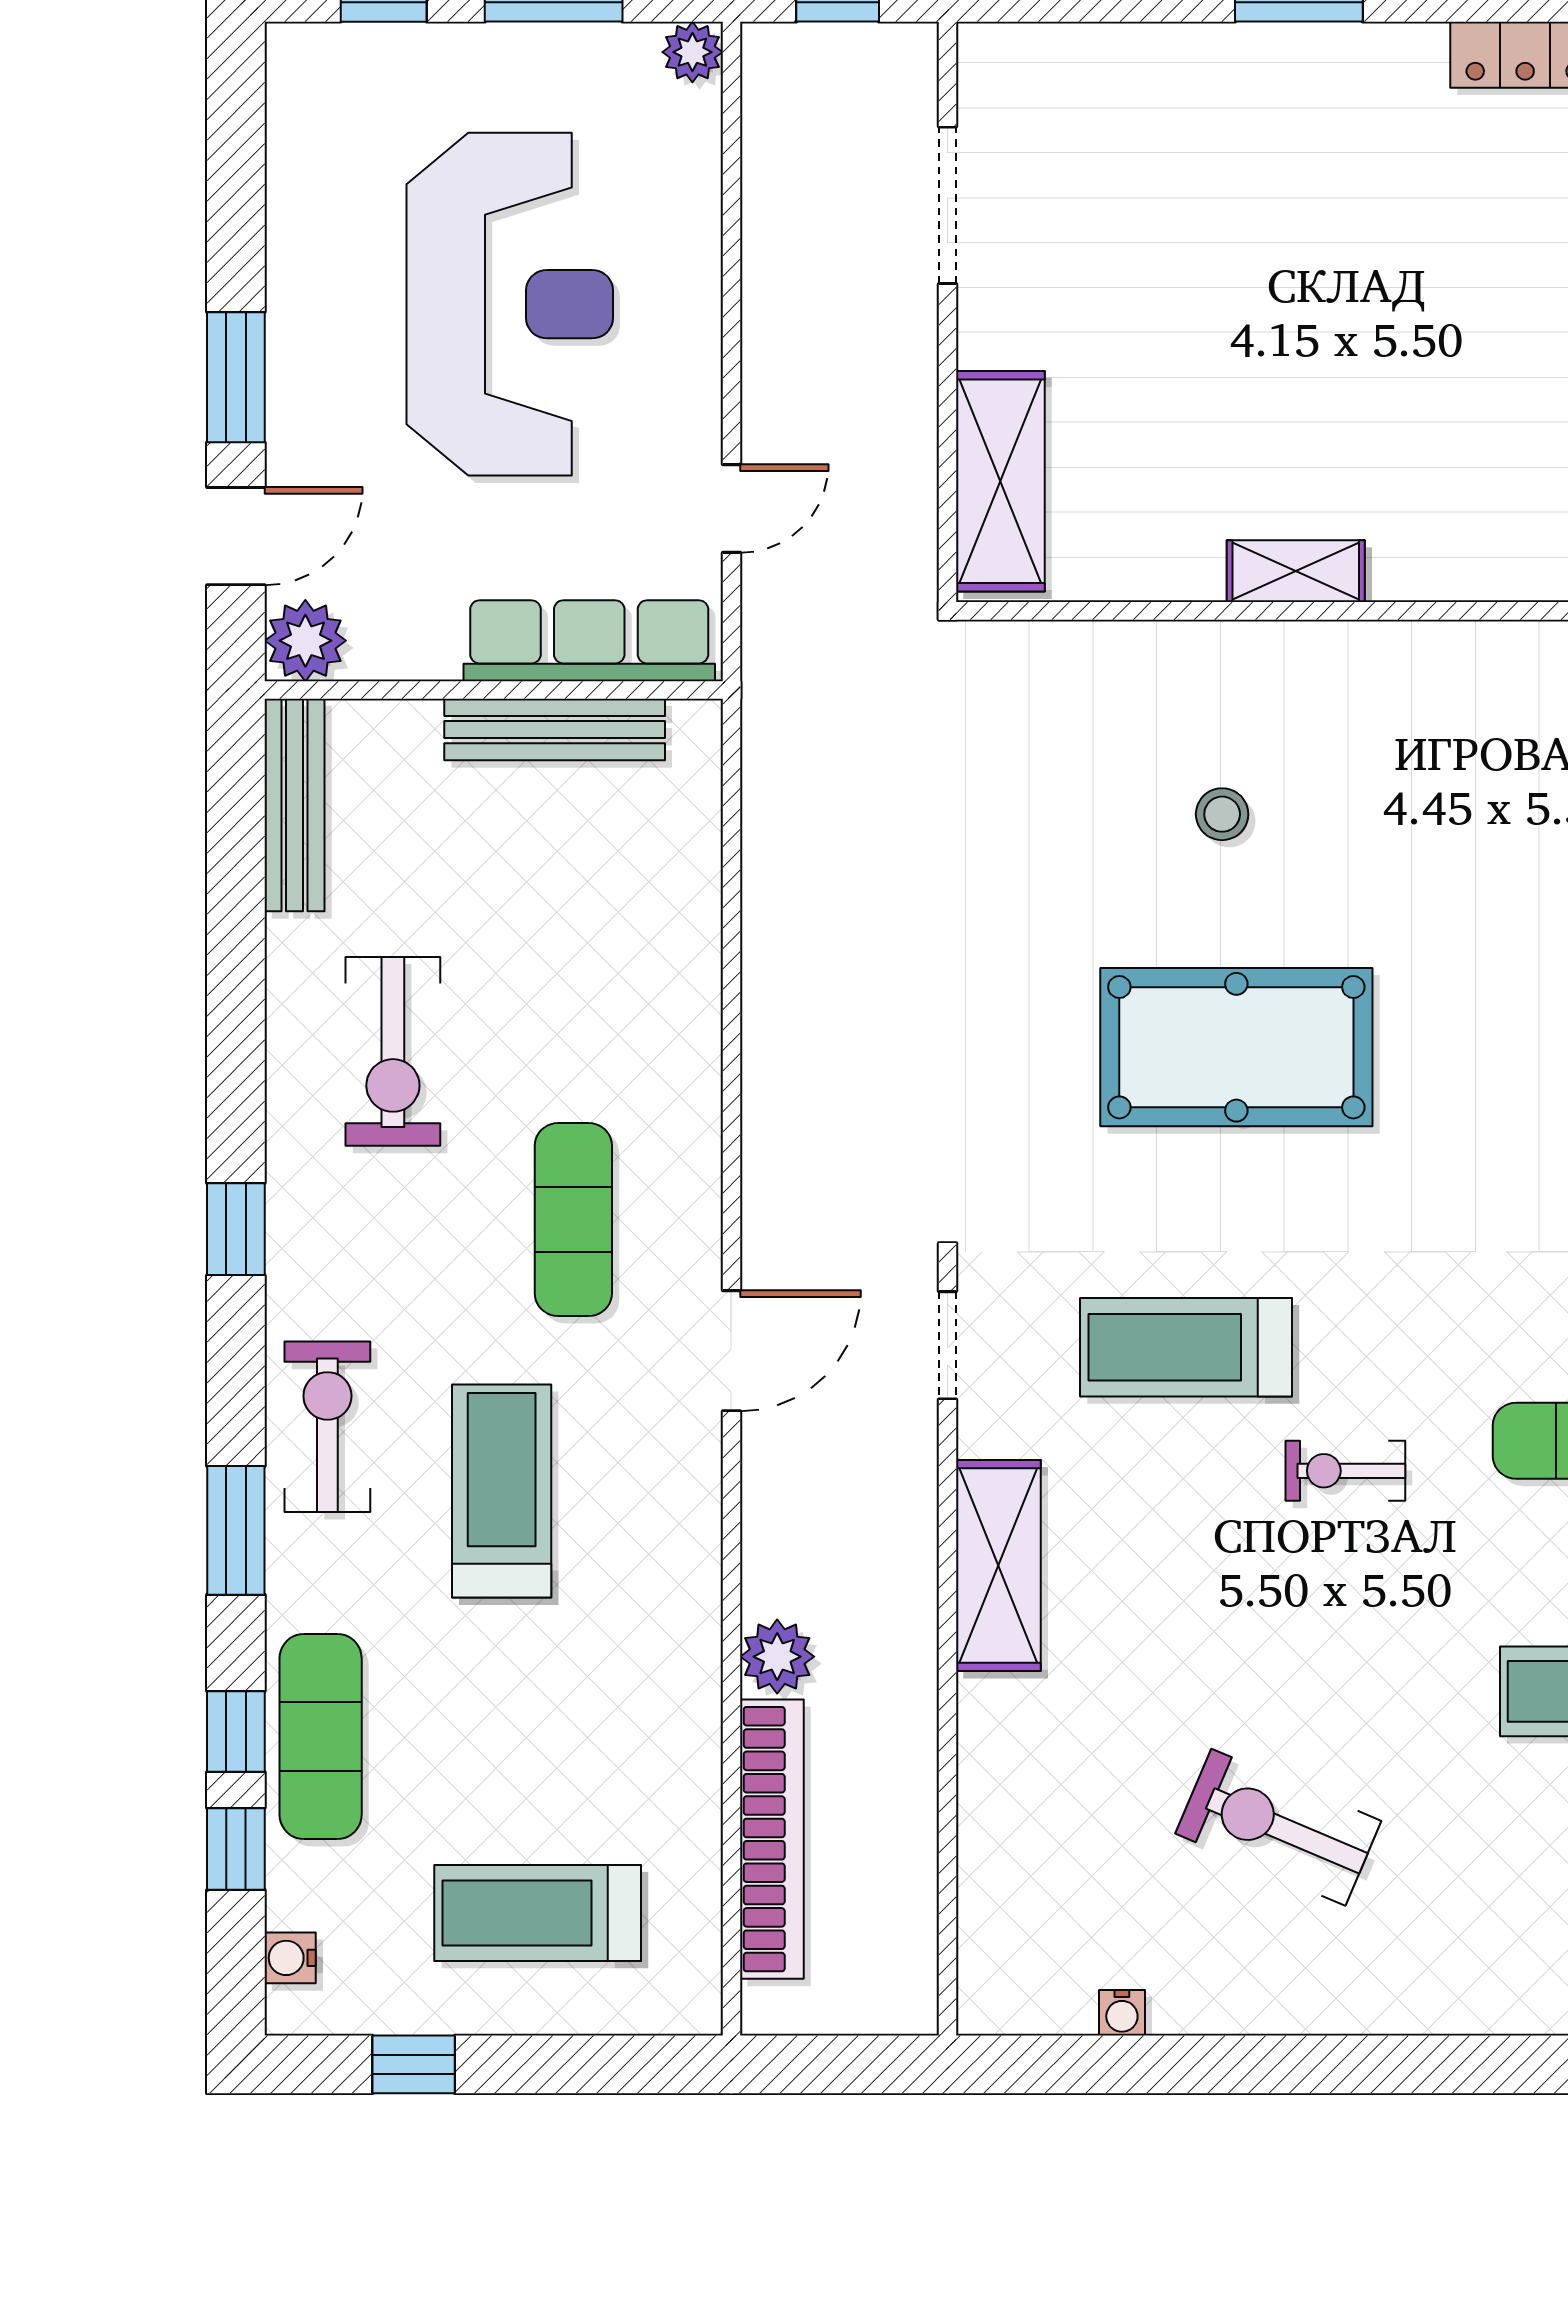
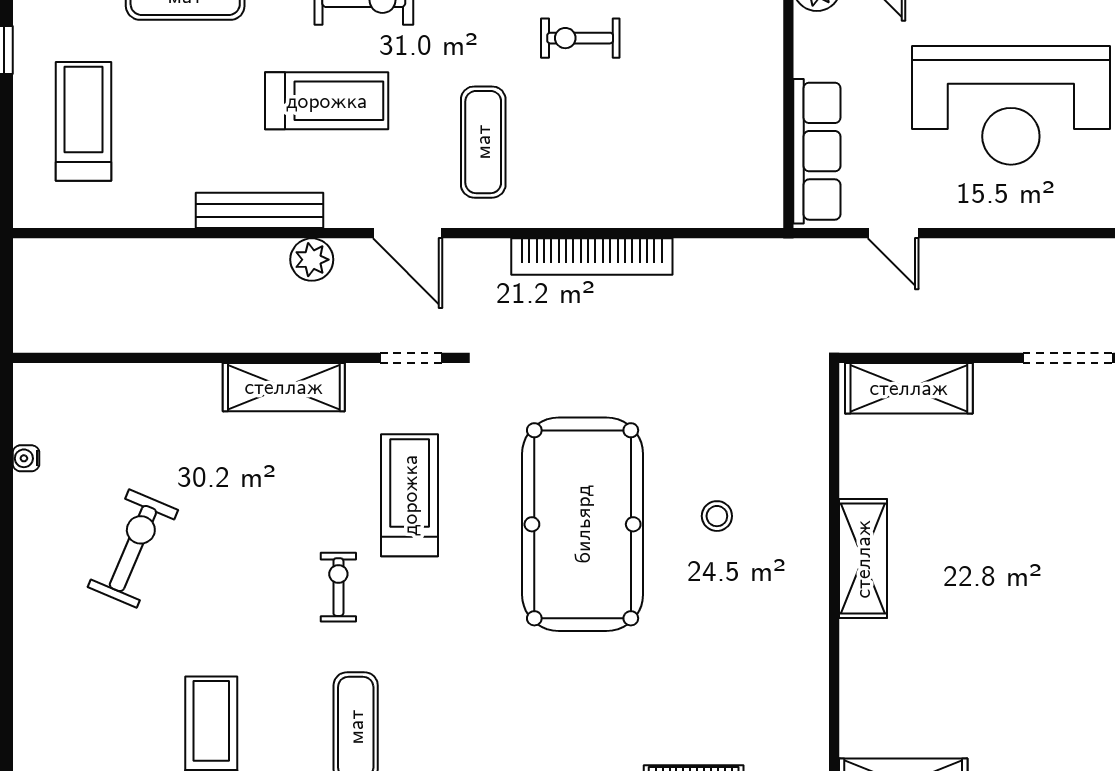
shelving: (1296, 571) -> (863, 559), width x1.50, depth x1.33
bench: (555, 730) -> (259, 210), moved, turned 90
pool table: (1236, 1047) -> (583, 524), width x1.36, depth x1.32
exercise bike: (393, 1051) -> (580, 38), width x0.73, depth x0.72
exercise mat: (573, 1220) -> (483, 142), turned 90
plant: (777, 1657) -> (312, 260), moved
bookcase: (772, 1839) -> (592, 256), moved

